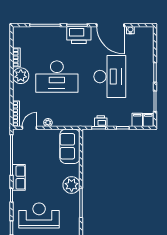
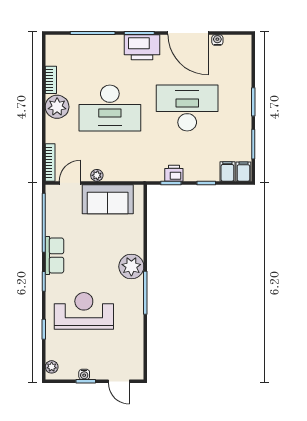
desk: (110, 77) -> (187, 108), turned -90
sofa: (70, 146) -> (108, 199), moved, turned -90

